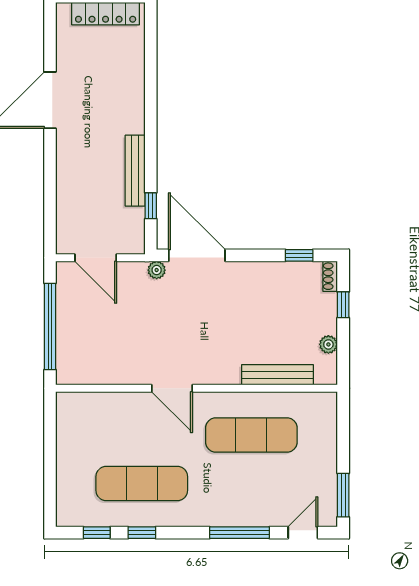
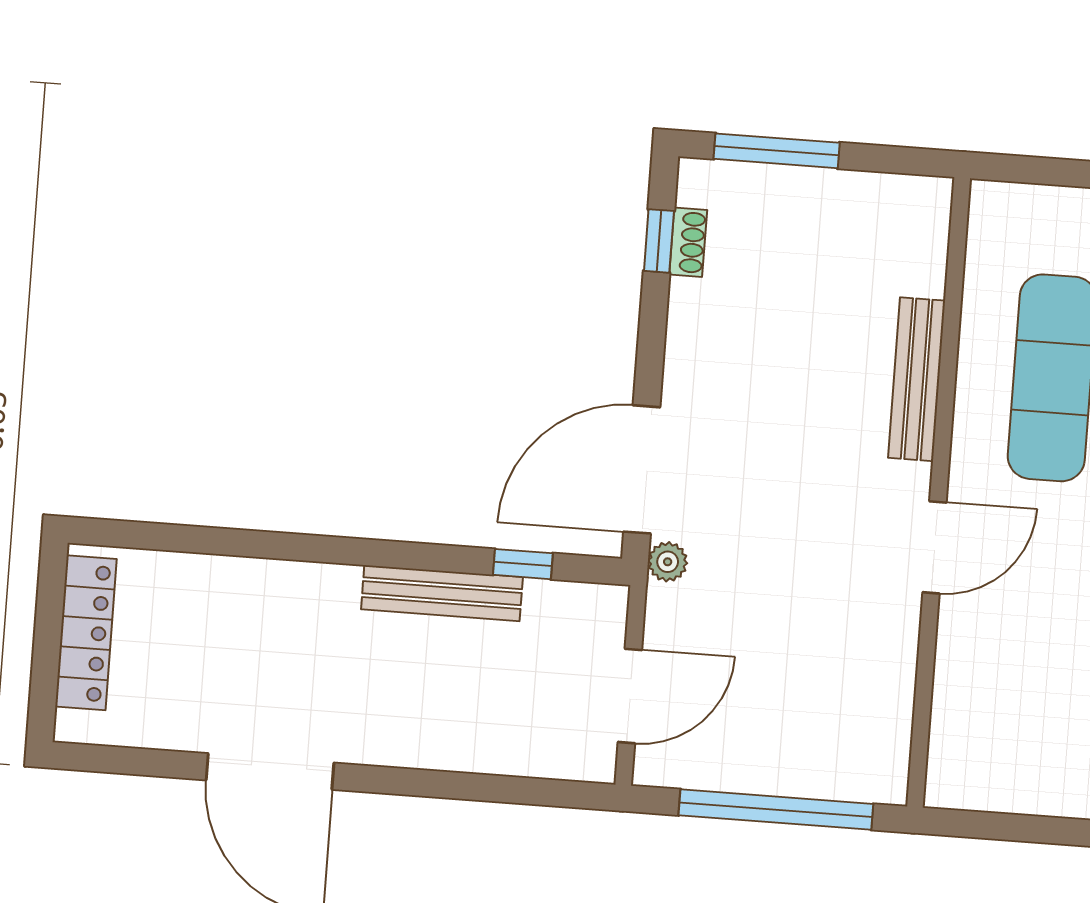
shoe rack: (330, 276) -> (688, 242), moved, turned -90
window: (343, 305) -> (777, 151), width x2.17
plant: (328, 344) -> (863, 190), removed
bench: (278, 375) -> (917, 379), moved

